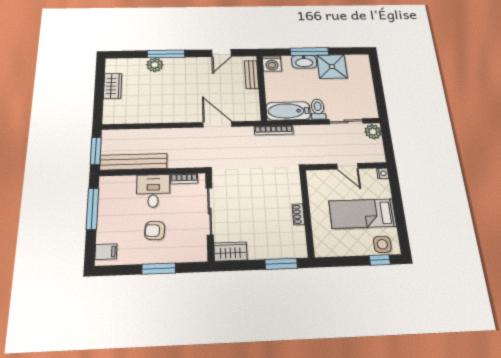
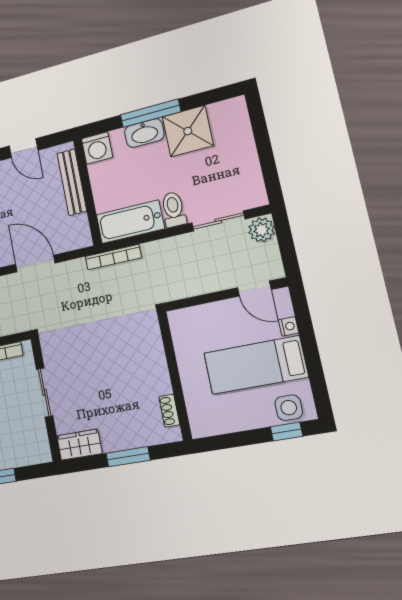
door: (221, 53) -> (24, 148), hinge flipped
bench: (251, 75) -> (72, 182), width x1.36
door: (347, 166) -> (254, 289), moved
nightstand: (383, 173) -> (289, 326), moved
sliding door: (210, 211) -> (45, 392), width x0.73
shoe rack: (298, 214) -> (169, 411), moved
window: (281, 264) -> (128, 457), moved

